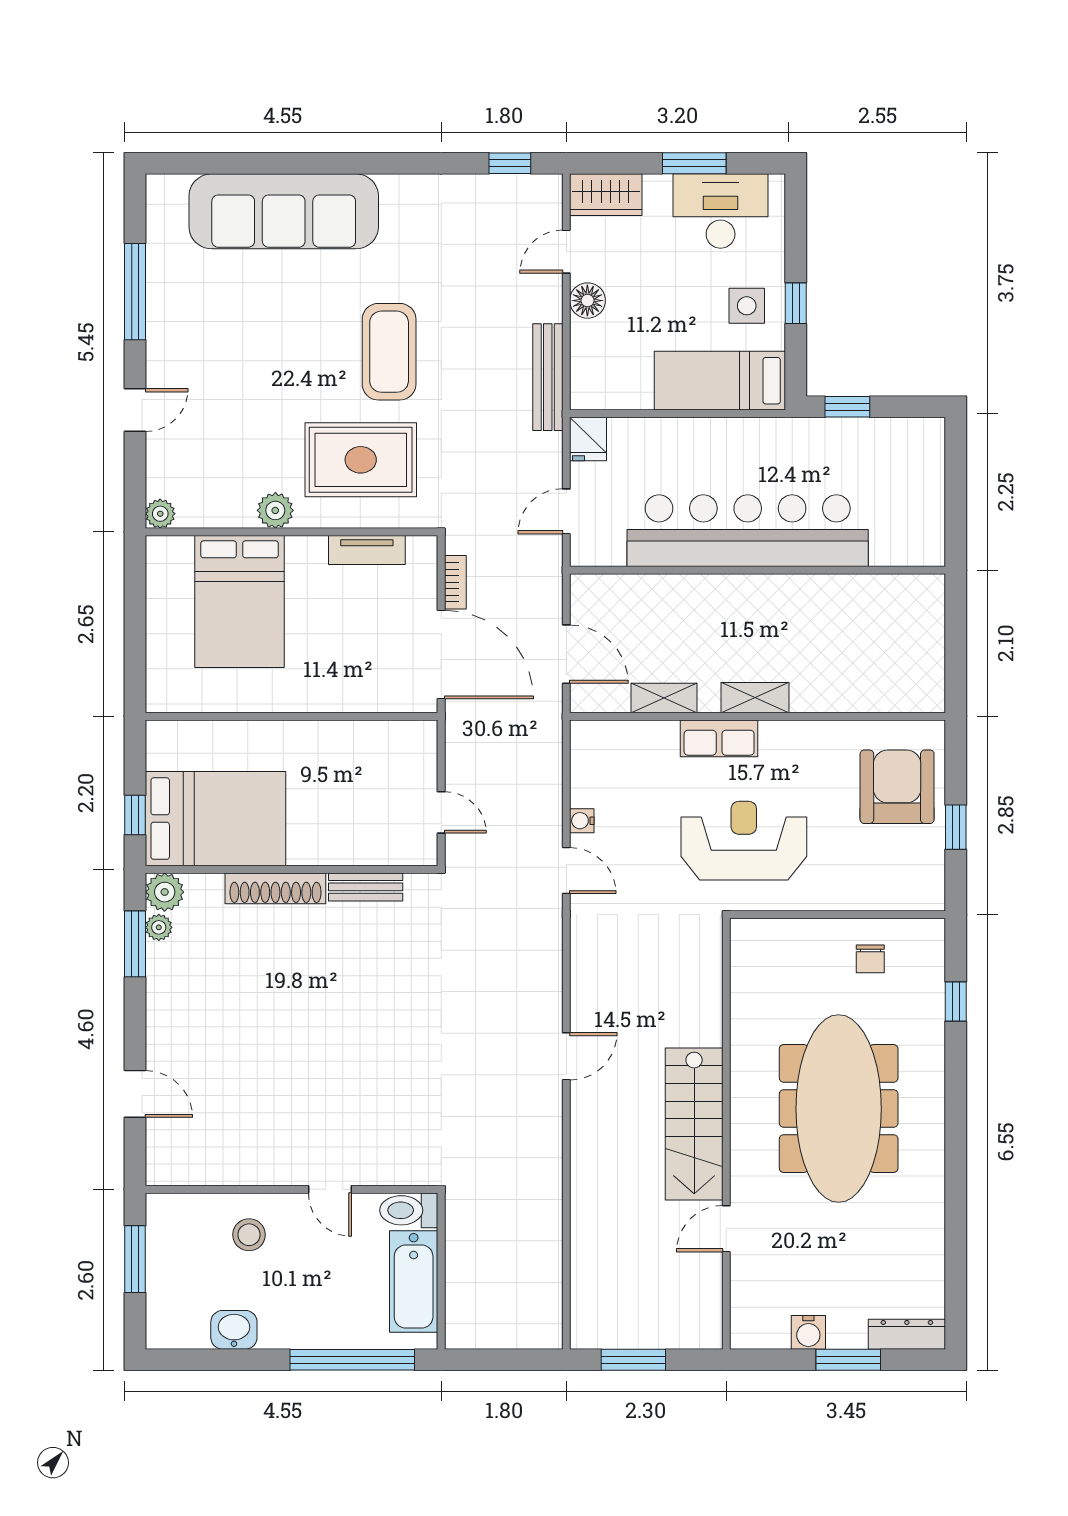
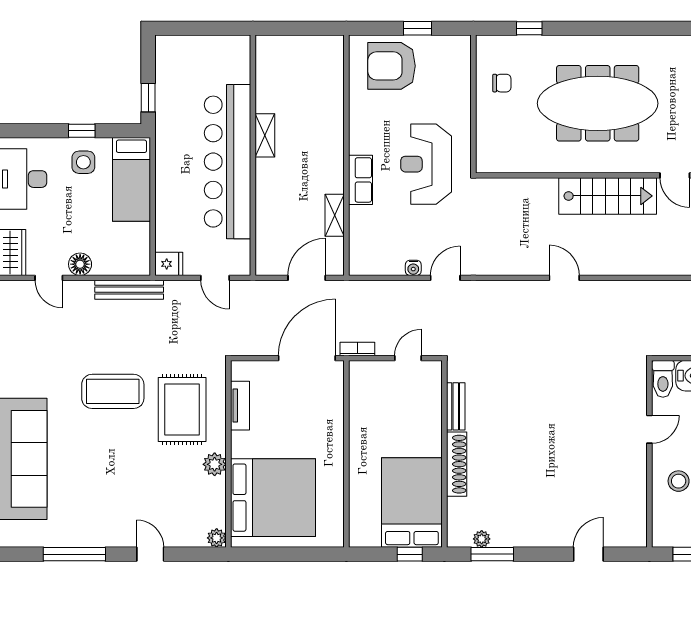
bookcase: (455, 582) -> (357, 349), moved
bed: (239, 602) -> (273, 498), width x1.36
shelving: (755, 698) -> (265, 135), moved
plant: (165, 892) -> (459, 535), removed

